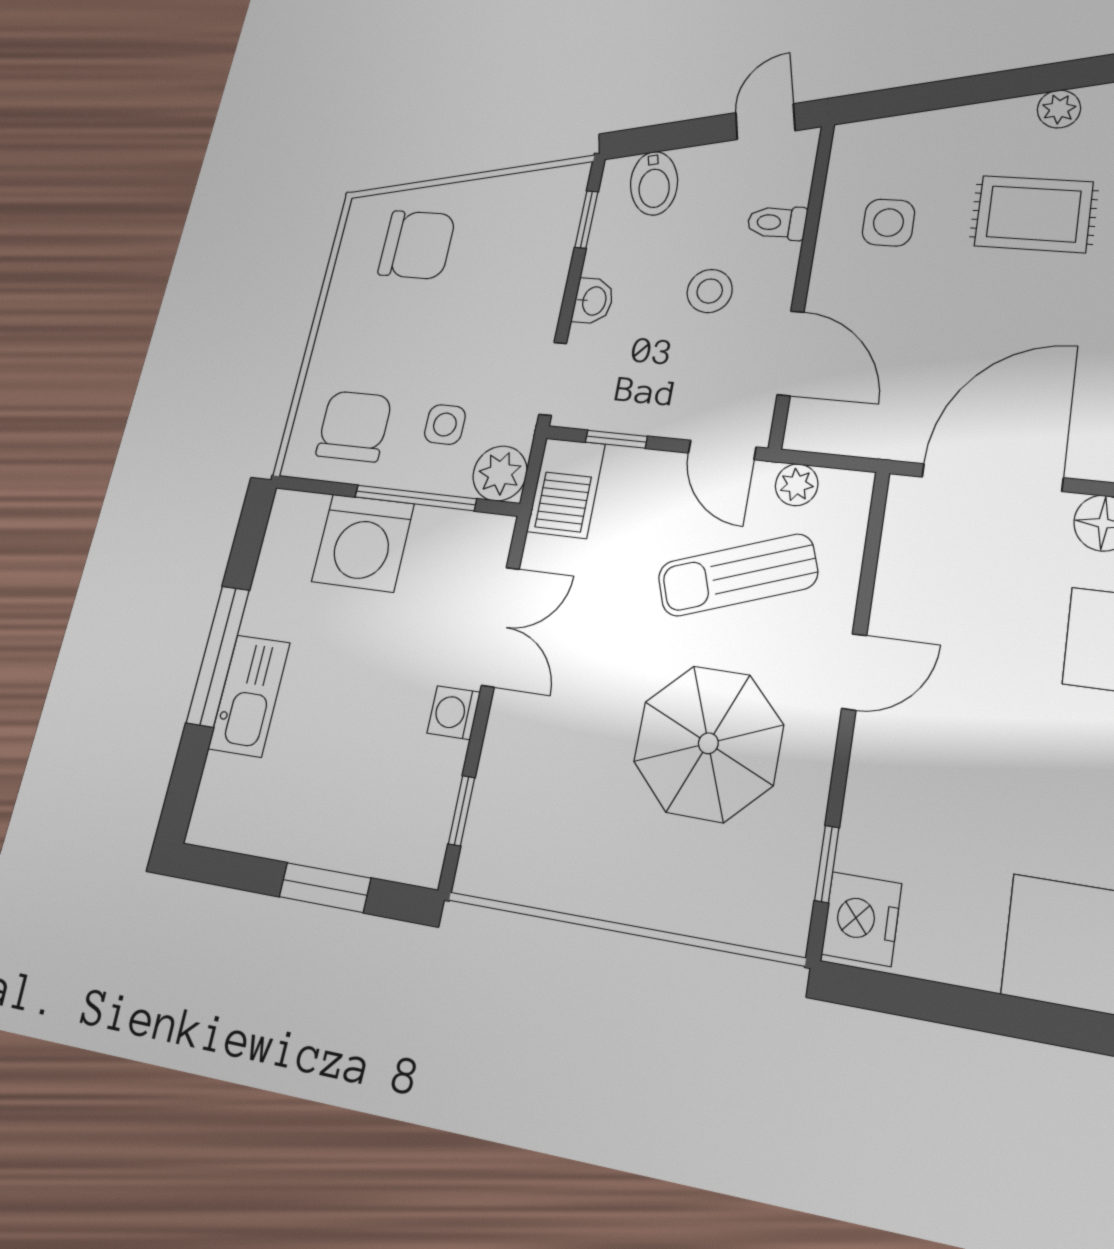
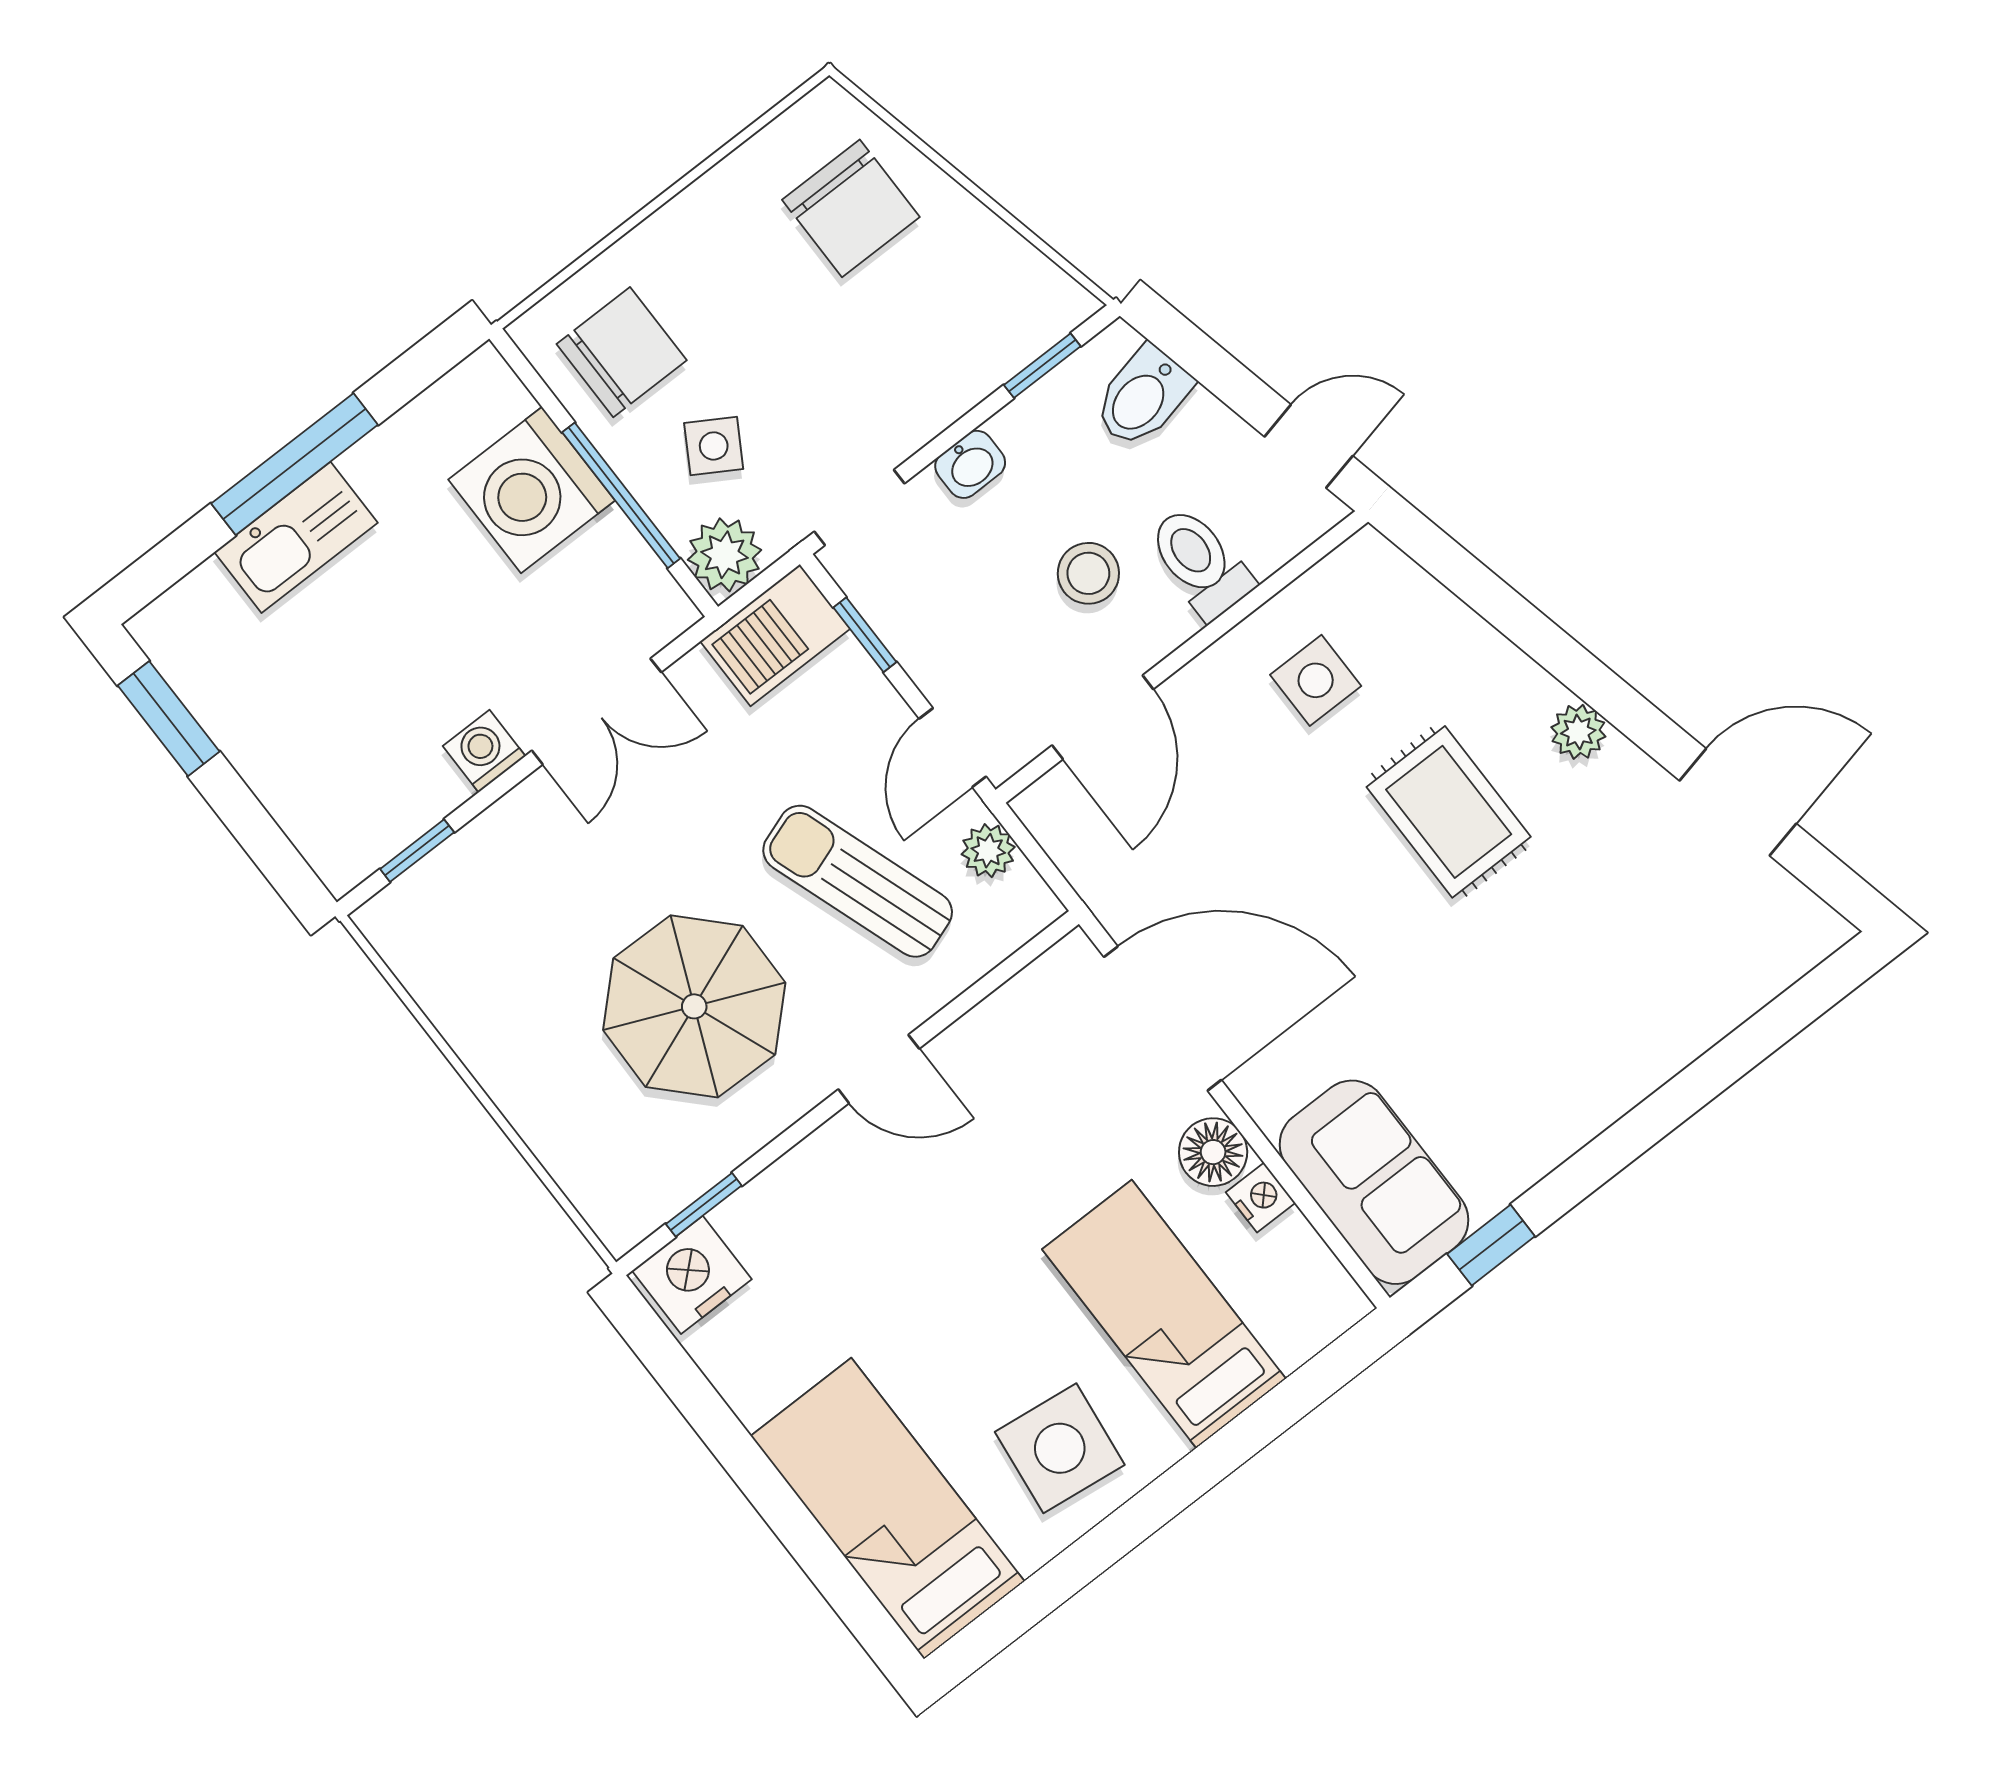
toilet: (777, 223) -> (1200, 562), width x1.37, depth x1.39
side table: (445, 425) -> (714, 446), turned 31
window: (325, 887) -> (169, 719), moved

